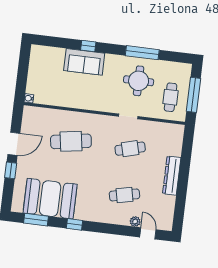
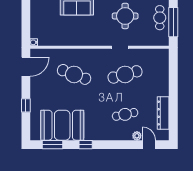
cafe table: (171, 97) -> (160, 18), moved
cafe table: (71, 141) -> (74, 74), turned 30
door: (14, 144) -> (26, 67), moved
cafe table: (130, 149) -> (125, 74), width x1.37, depth x1.35
dresser: (172, 176) -> (163, 113), moved

